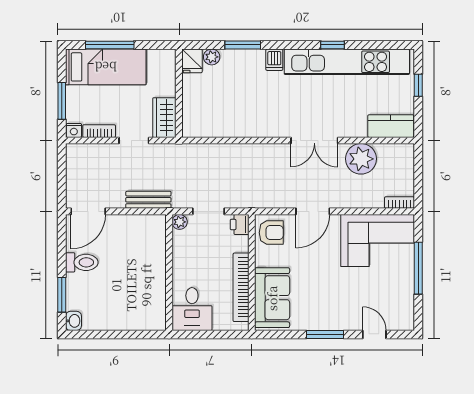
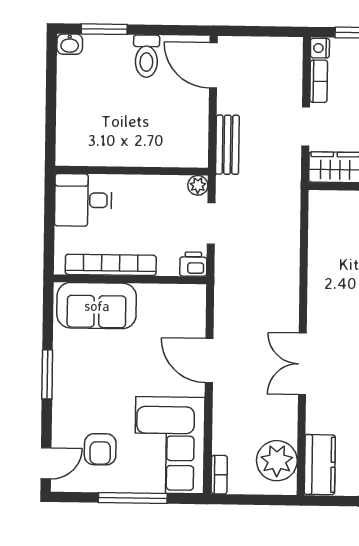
plant: (361, 159) -> (277, 461), moved
armchair: (271, 233) -> (100, 449), moved
door: (374, 334) -> (46, 463), moved

